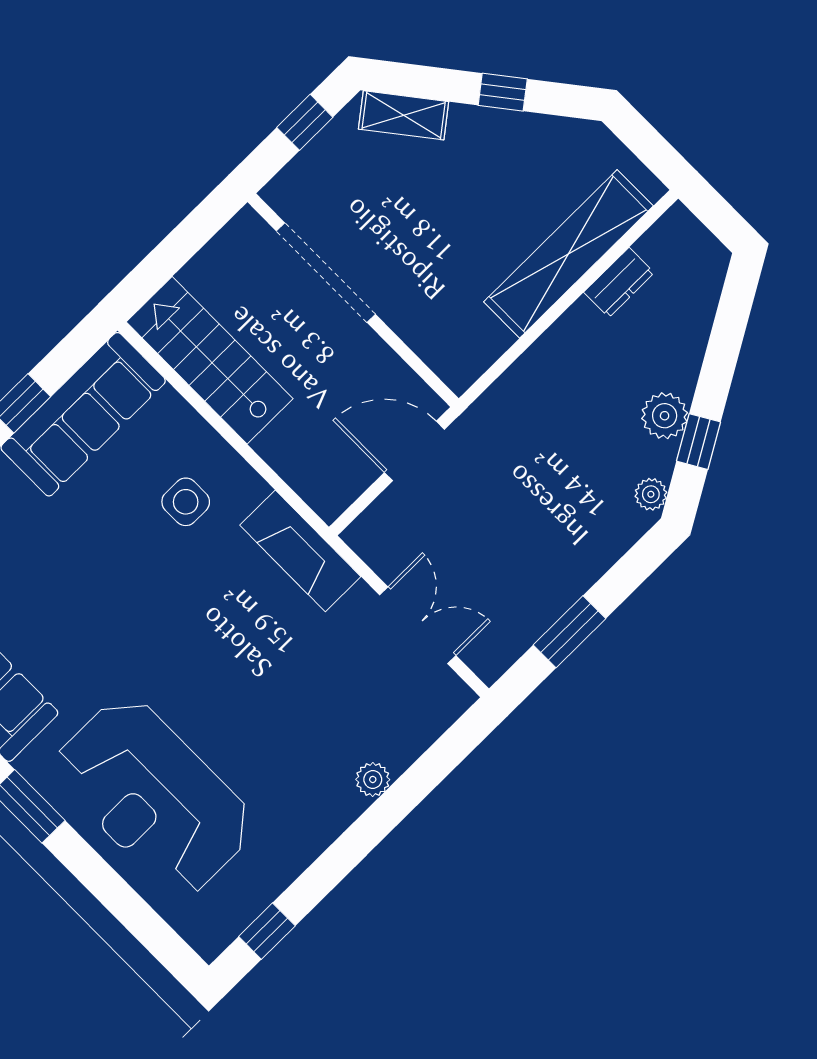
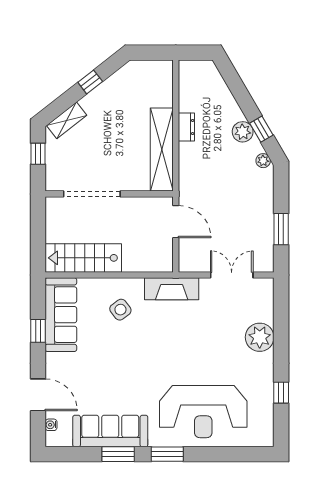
shelving: (568, 254) -> (162, 150), moved
dresser: (619, 282) -> (186, 127), moved
door: (414, 451) -> (176, 222), swing flipped
side table: (186, 502) -> (120, 310), turned -37
plant: (373, 779) -> (260, 337), width x1.87, depth x1.87
window: (267, 931) -> (281, 393), moved

